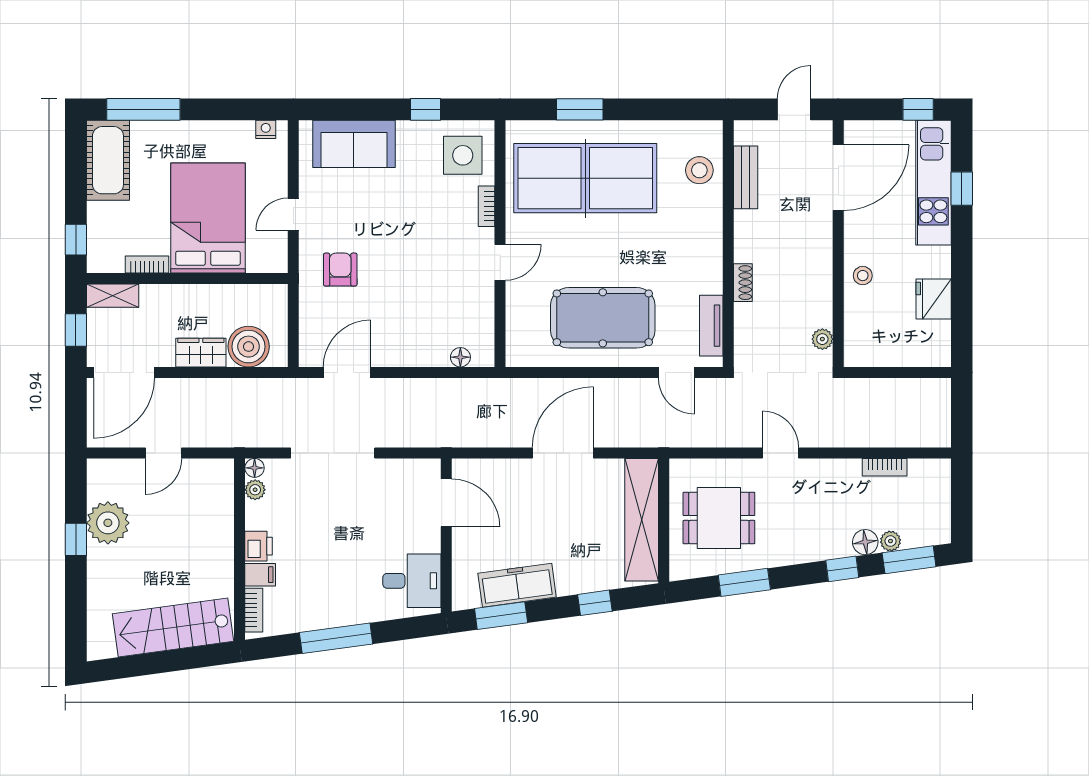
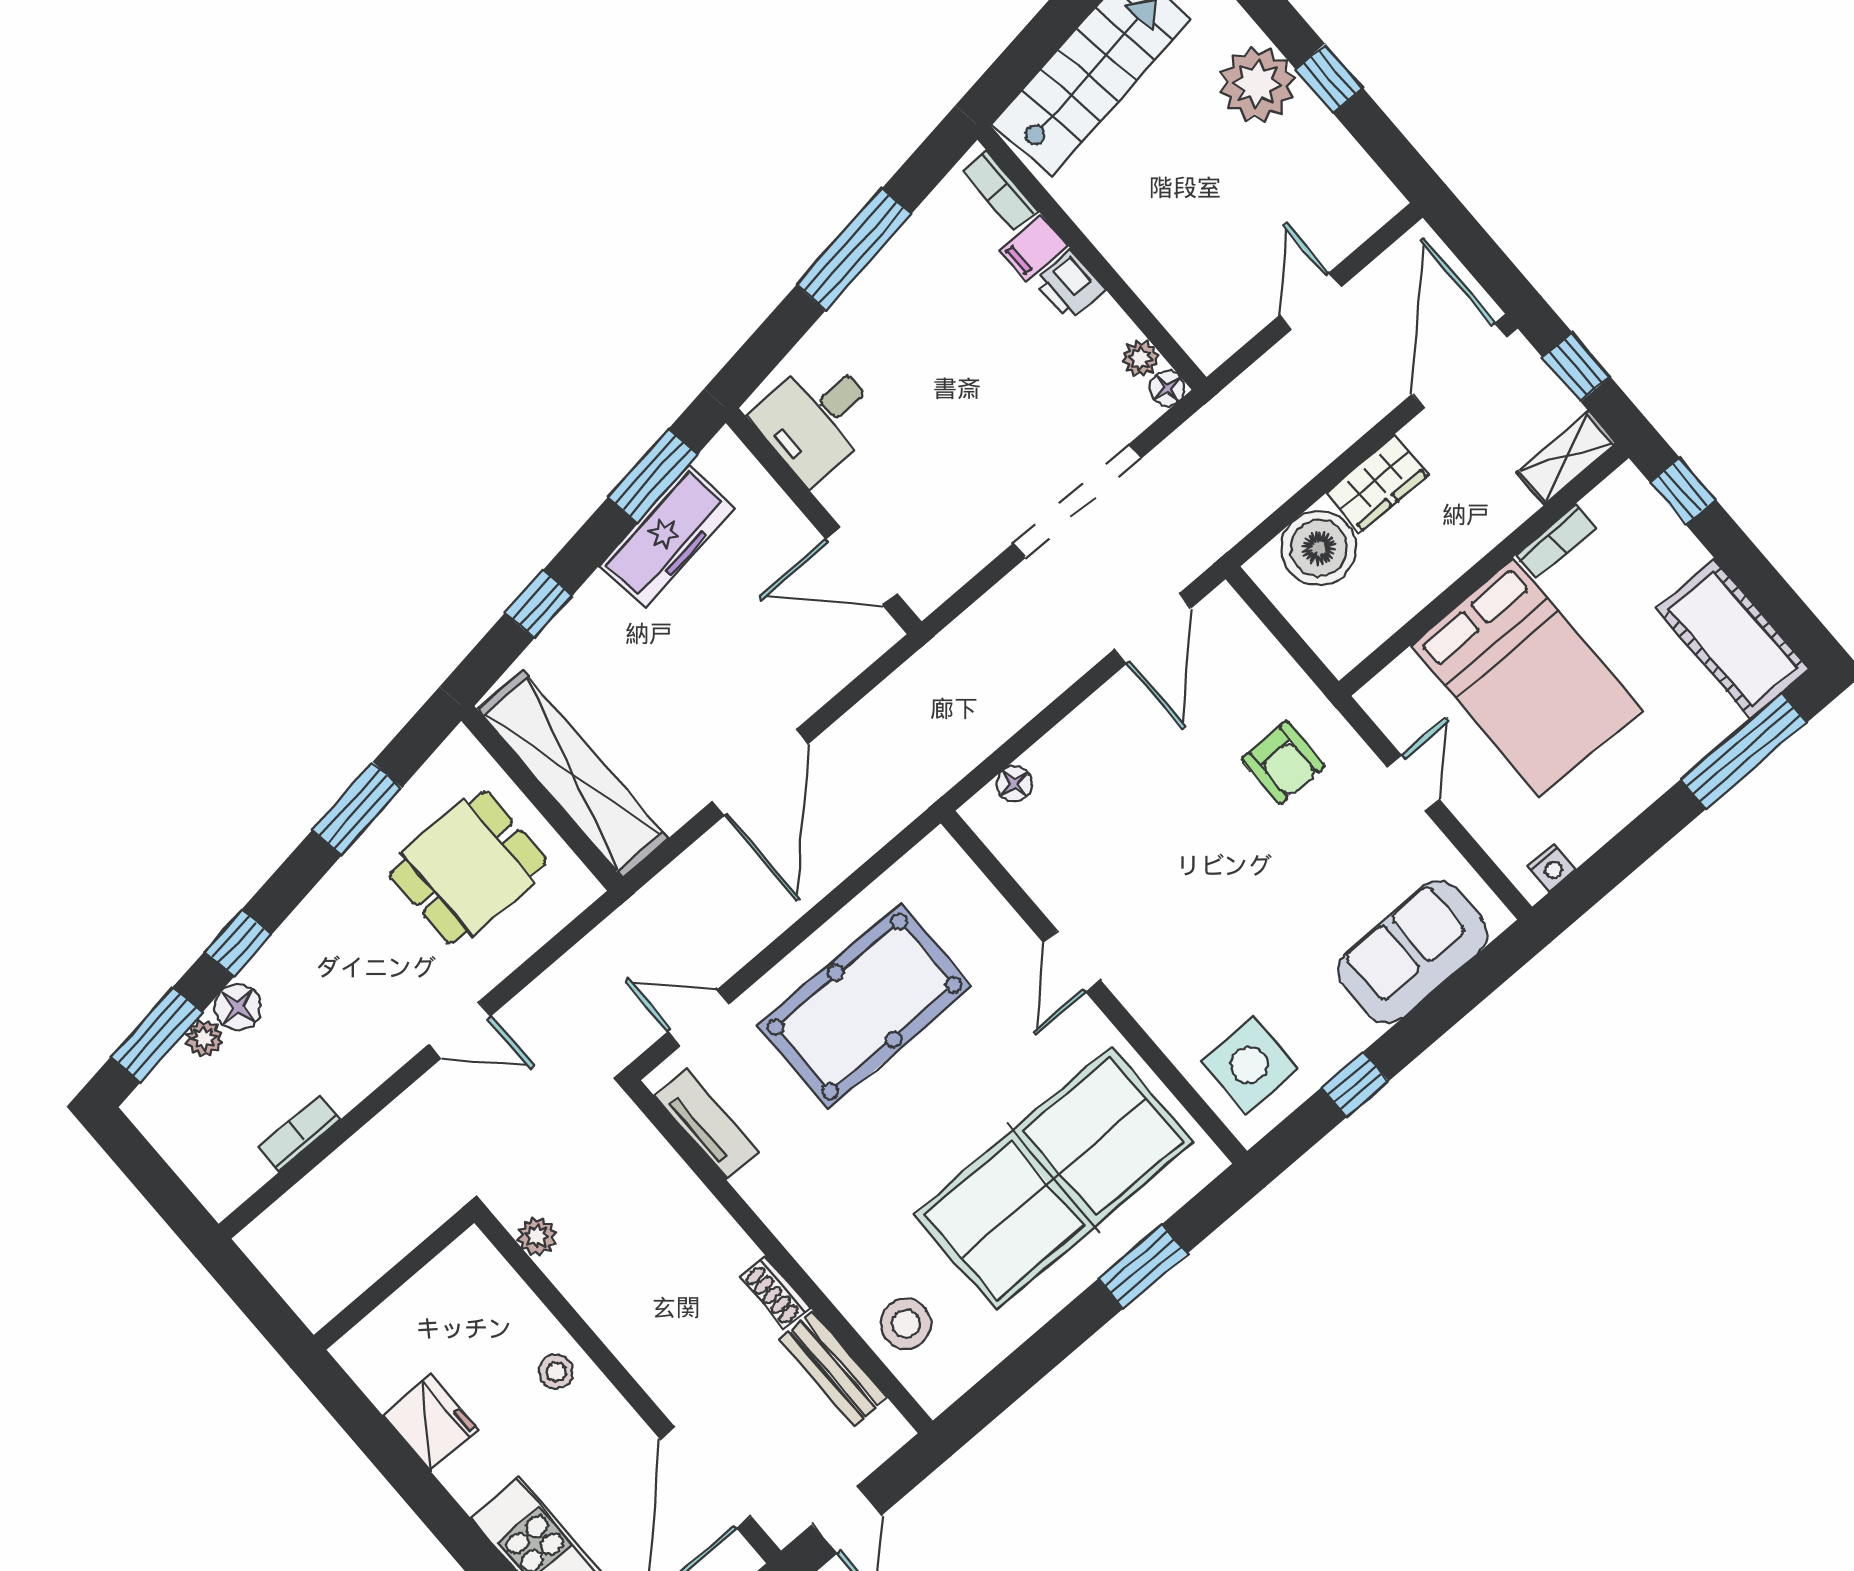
bookcase: (487, 206) -> (1157, 1023), removed
shoe rack: (743, 283) -> (775, 1292), moved
plant: (108, 523) -> (1257, 84), moved

